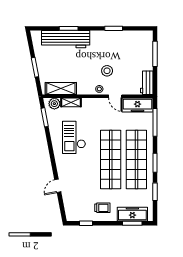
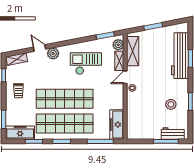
stool: (107, 71) -> (171, 104), moved
workbench: (147, 83) -> (173, 133), moved
door: (115, 96) -> (125, 77), moved
plant: (63, 172) -> (53, 53), added
shelving: (69, 210) -> (17, 59), added
freezer: (132, 214) -> (20, 133), moved, turned -90

